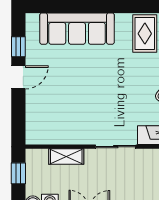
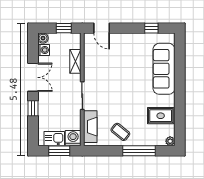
door: (18, 77) -> (102, 28), moved

